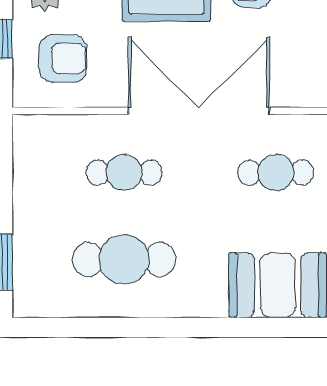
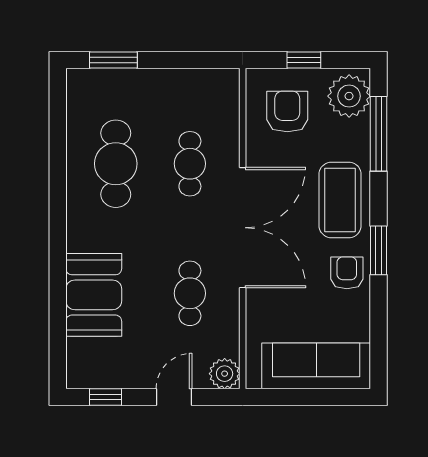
armchair: (63, 59) -> (287, 112), turned 180

